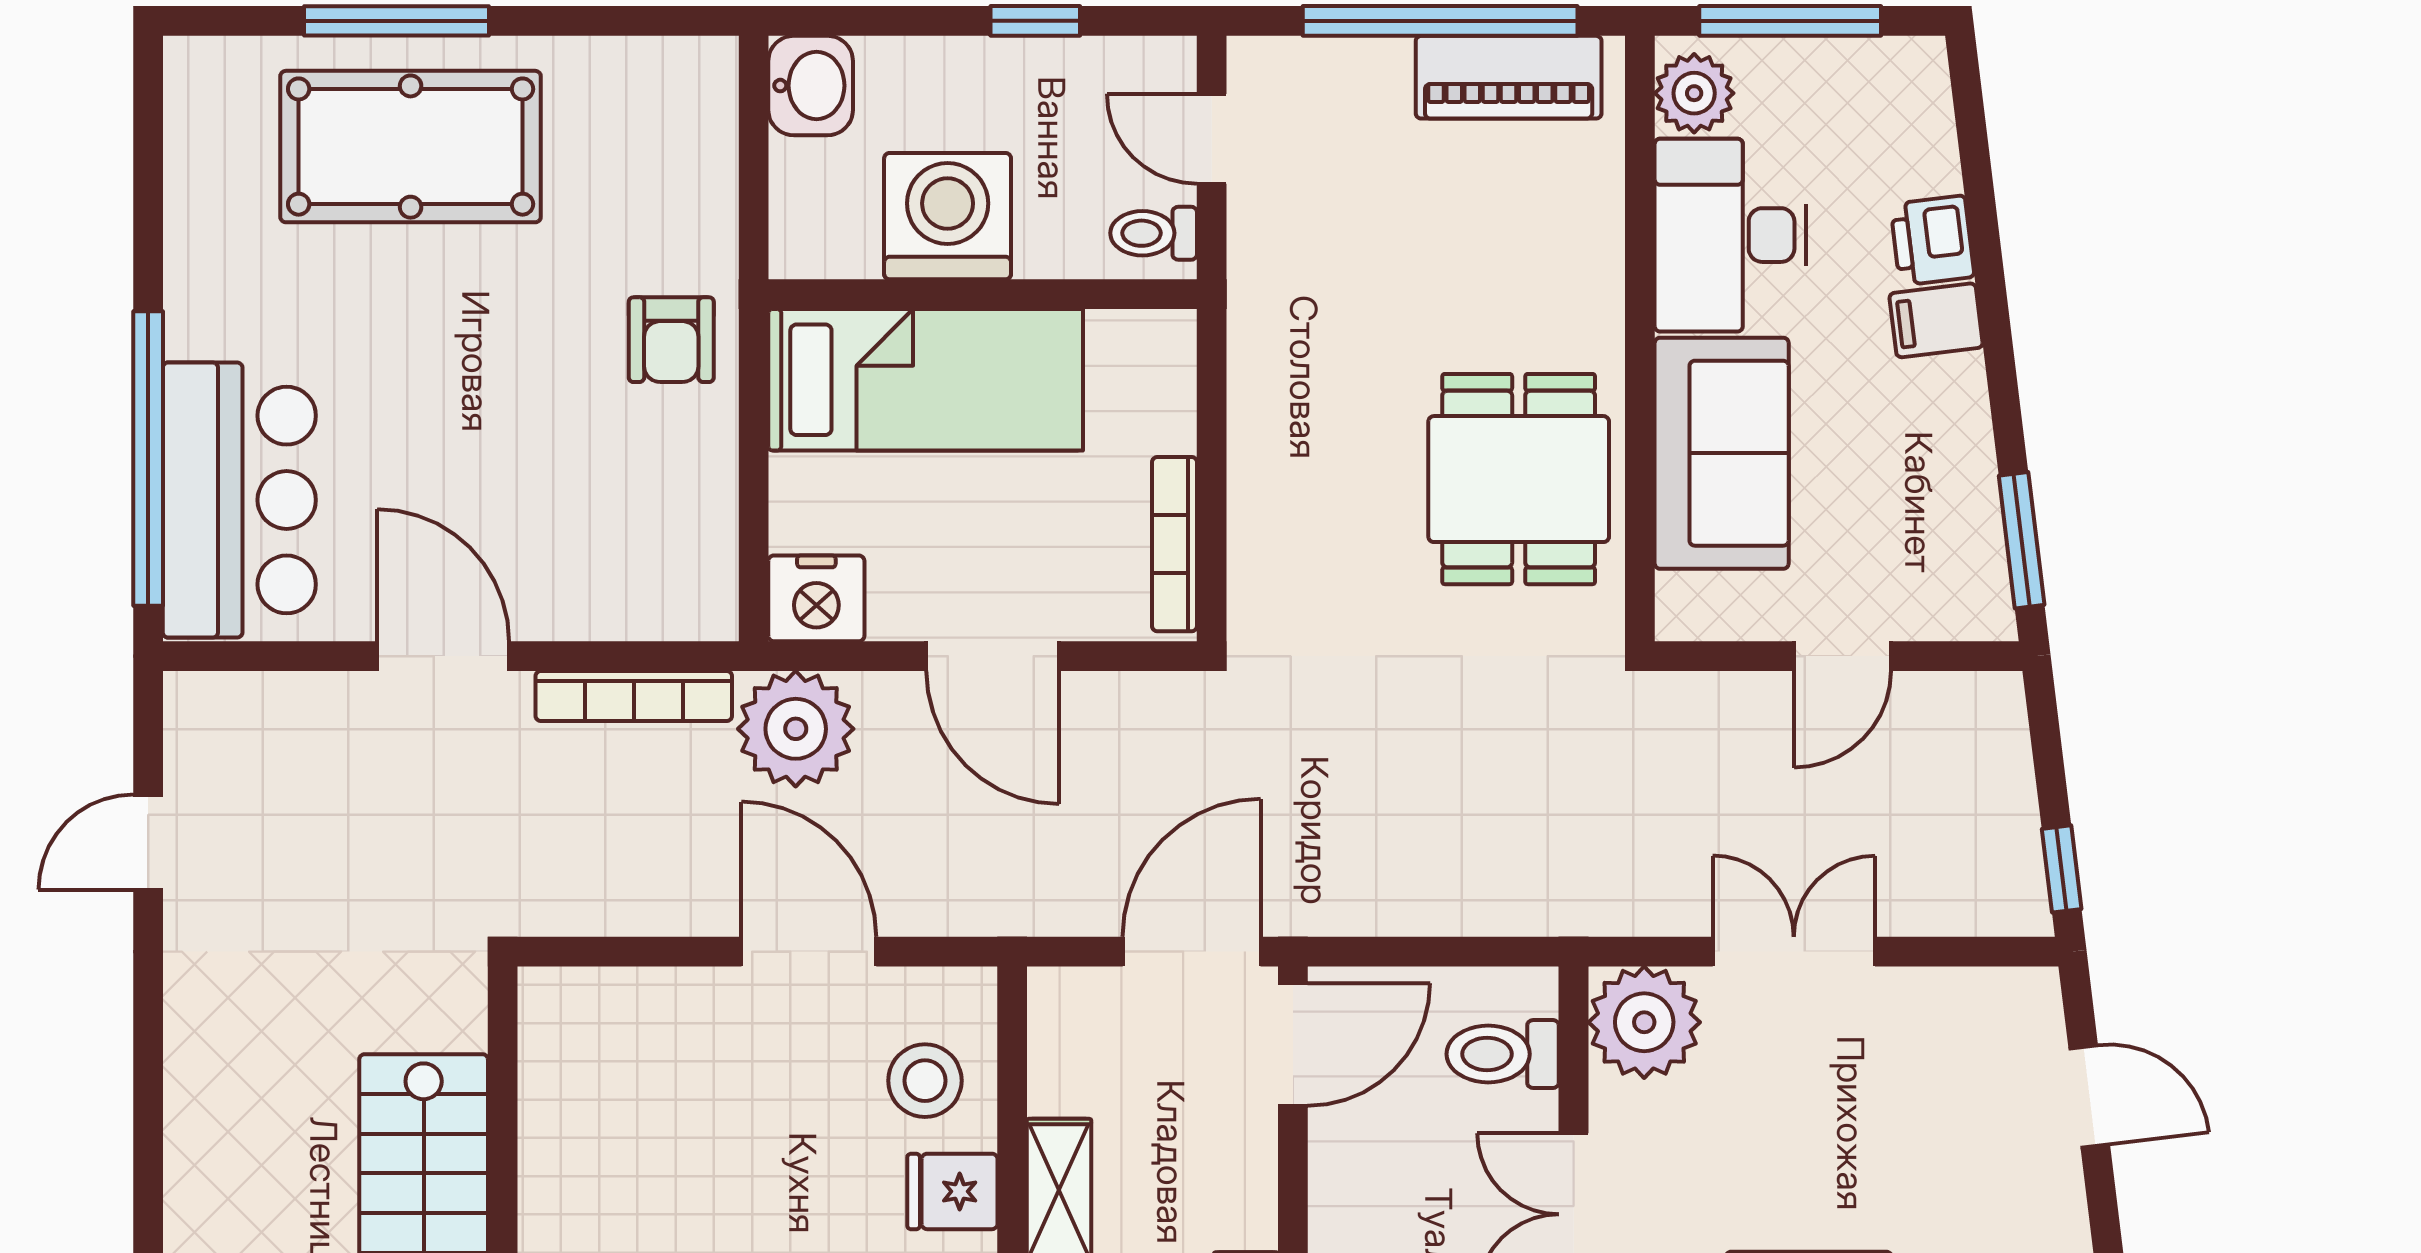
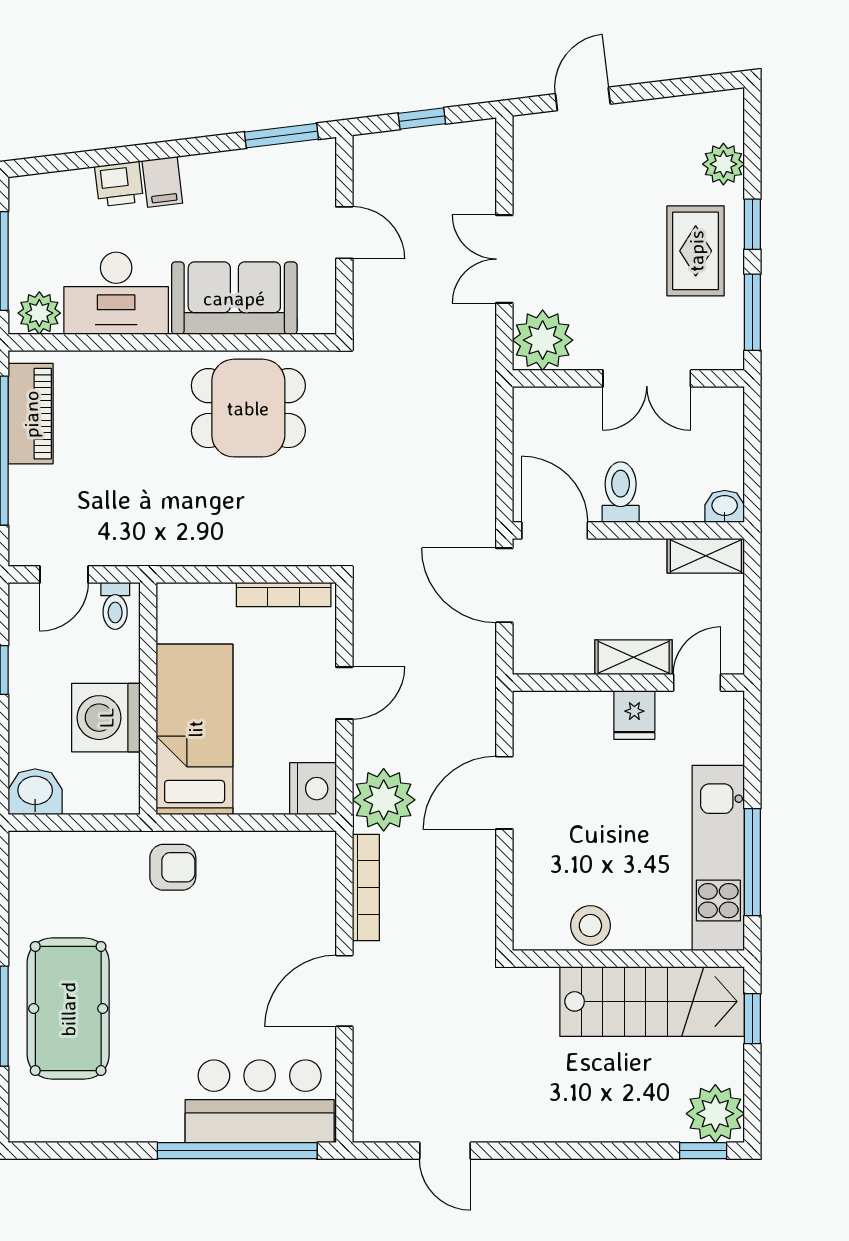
door: (993, 656) -> (344, 693), width x0.73
window: (2062, 869) -> (422, 119), moved
toilet: (1503, 1054) -> (621, 492), moved, turned 180
stool: (925, 1081) -> (590, 926), moved

